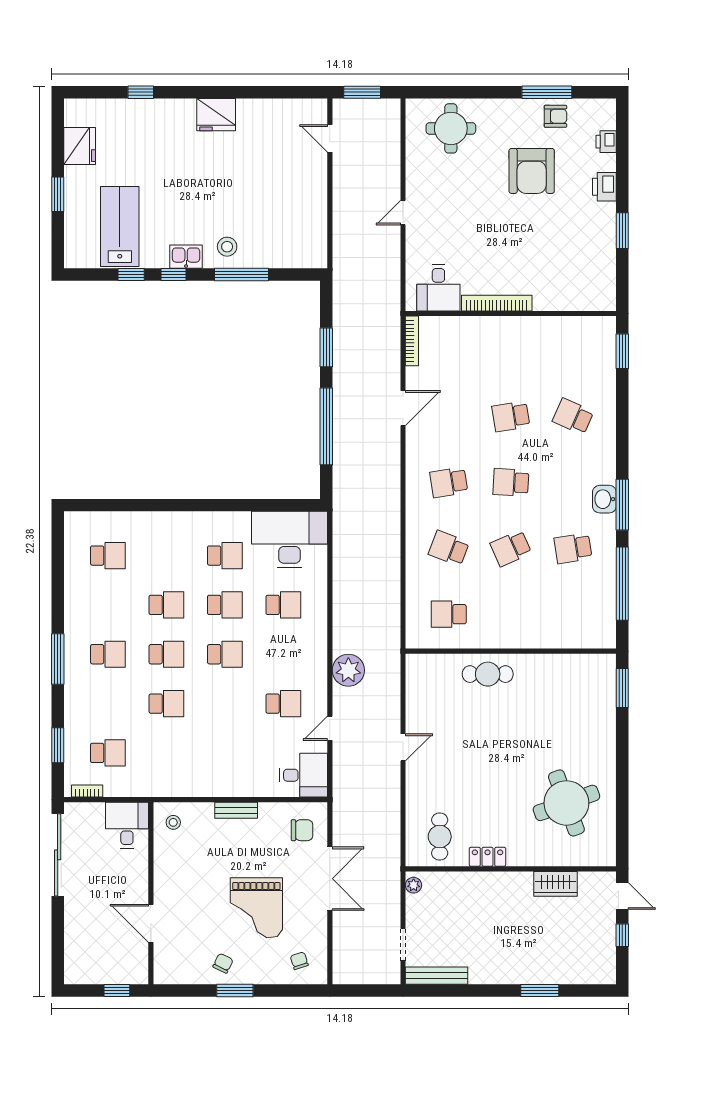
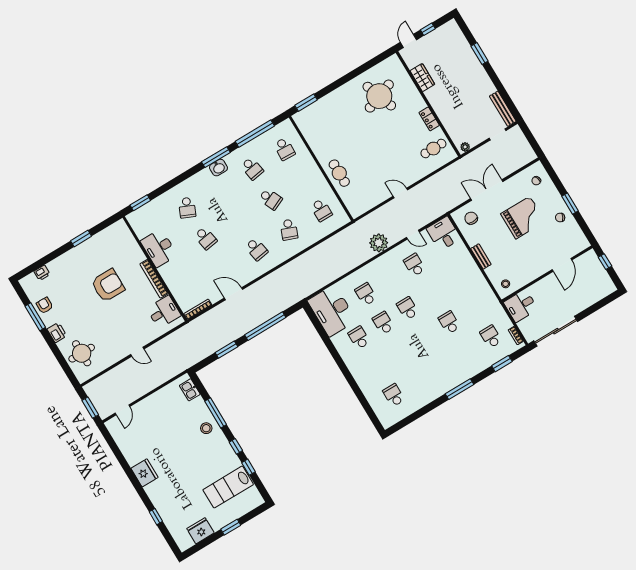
armchair: (532, 171) -> (108, 285), moved
printer: (604, 187) -> (57, 333), moved, turned -90
kitchen sink: (186, 257) -> (190, 390), moved
desk: (538, 338) -> (159, 248), added
school desk: (511, 482) -> (284, 149), moved
school desk: (166, 605) -> (401, 352), removed
school desk: (108, 654) -> (442, 366), removed
school desk: (166, 654) -> (425, 337), removed

